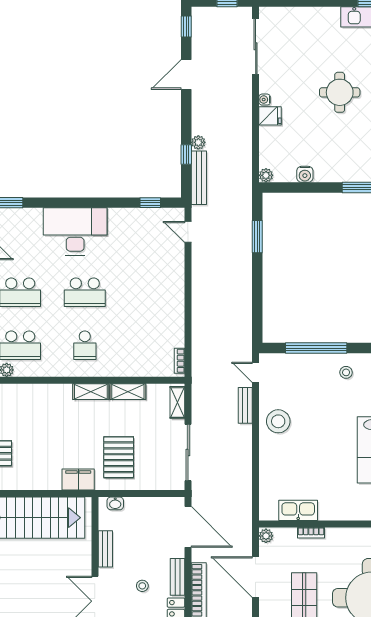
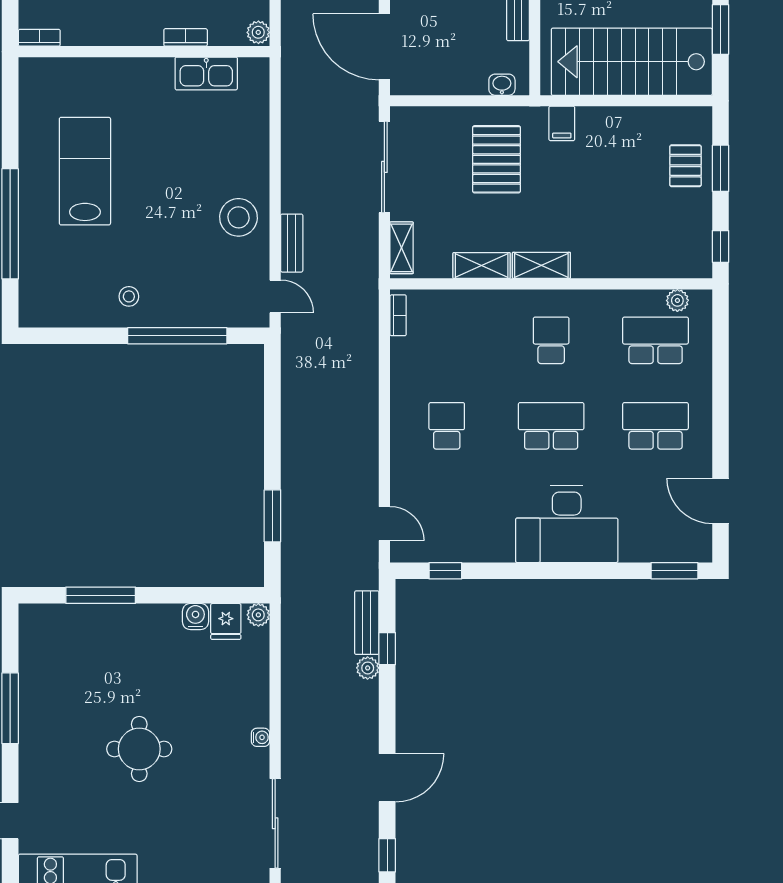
fridge: (270, 116) -> (226, 621), moved, turned -90
bench: (199, 178) -> (367, 623), width x0.73
school desk: (149, 292) -> (447, 426), added
filing cabinet: (78, 479) -> (562, 123), width x0.50

